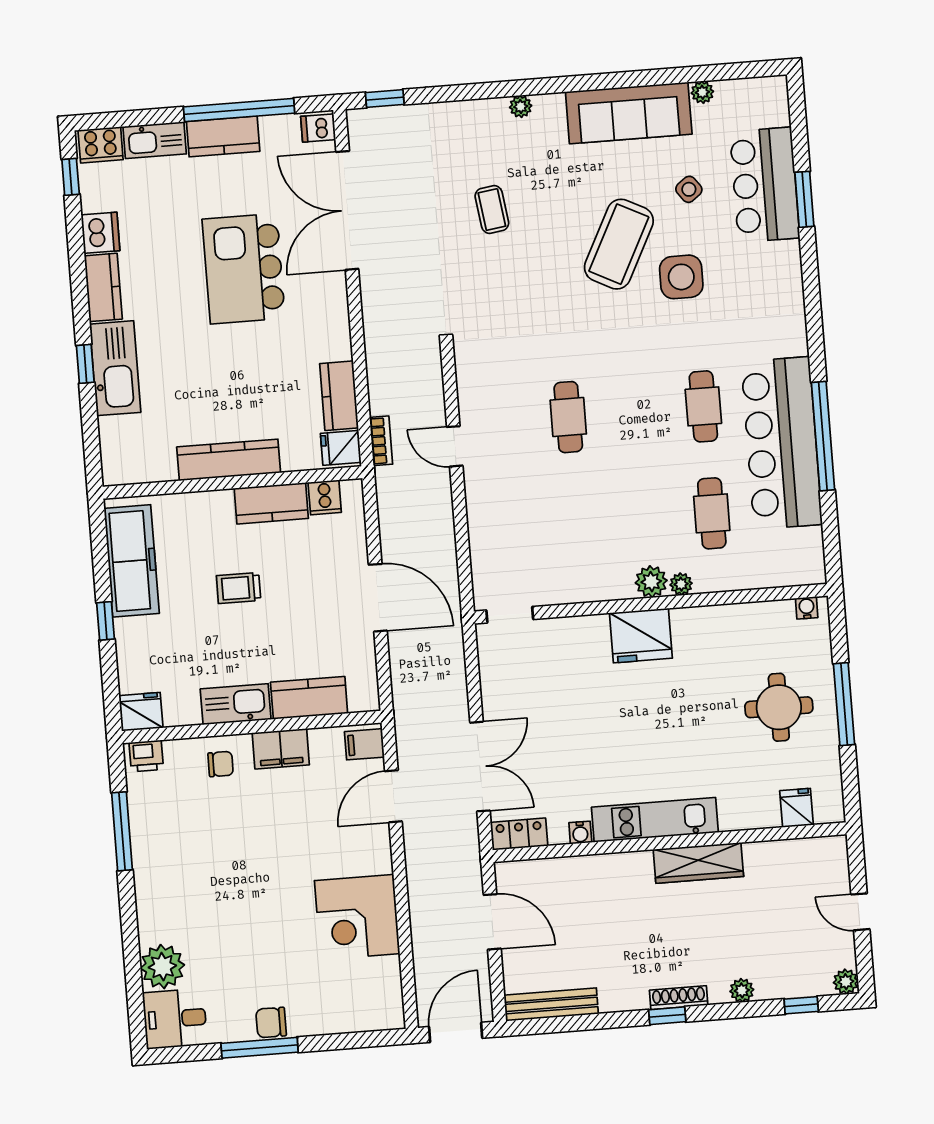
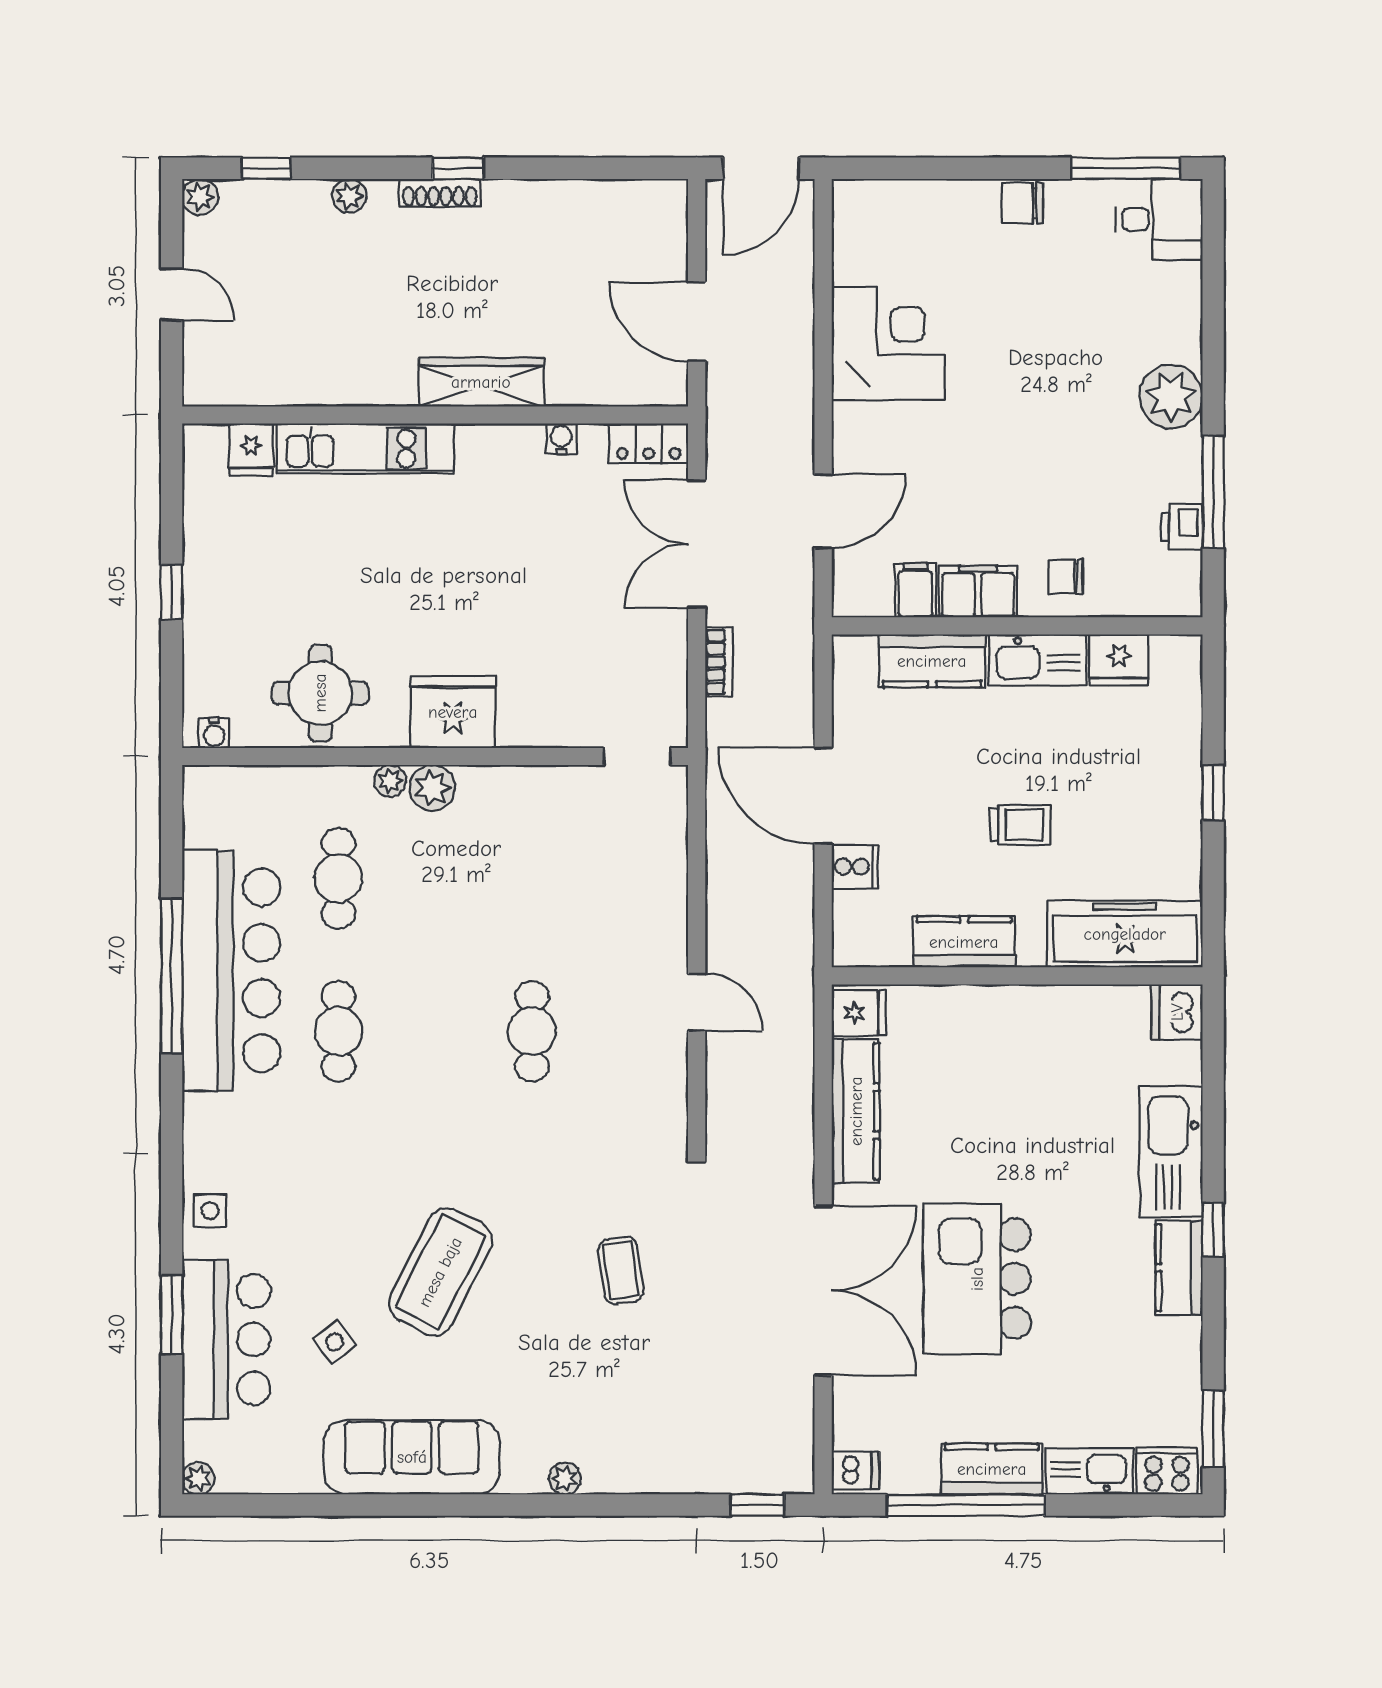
plant: (702, 92) -> (198, 1478), moved
window: (71, 177) -> (1213, 1429), width x1.50
double door: (347, 210) -> (823, 1291), moved
coffee table: (492, 210) -> (621, 1271), moved
dishwasher: (100, 233) -> (1177, 1012), moved
kitchen island: (244, 269) -> (977, 1279), turned 180
side table: (681, 277) -> (210, 1211), moved, width x0.54, depth x0.54
window: (85, 364) -> (1213, 1230), moved
kitchen counter: (339, 396) -> (856, 1111), width x1.50
bookcase: (381, 441) -> (719, 662), moved, turned 180
kitchen counter: (229, 460) -> (1020, 1008), removed
cooker: (325, 497) -> (855, 867), moved, turned 90
freezer: (132, 561) -> (1125, 934), moved, turned 90
window: (844, 704) -> (172, 592), width x0.46
round table: (779, 707) -> (320, 693), moved
fridge: (141, 712) -> (1119, 660), moved
filing cabinet: (364, 744) -> (916, 590), moved, turned -90
printer: (146, 756) -> (1182, 527), moved, turned -90
kitchen unit: (655, 820) -> (365, 448), moved
wardrobe: (698, 863) -> (481, 382), moved
plant: (162, 967) -> (1171, 397), moved
bench: (551, 1004) -> (622, 197), removed
chair: (271, 1023) -> (1022, 203), turned 180
window: (260, 1048) -> (1126, 168), moved

